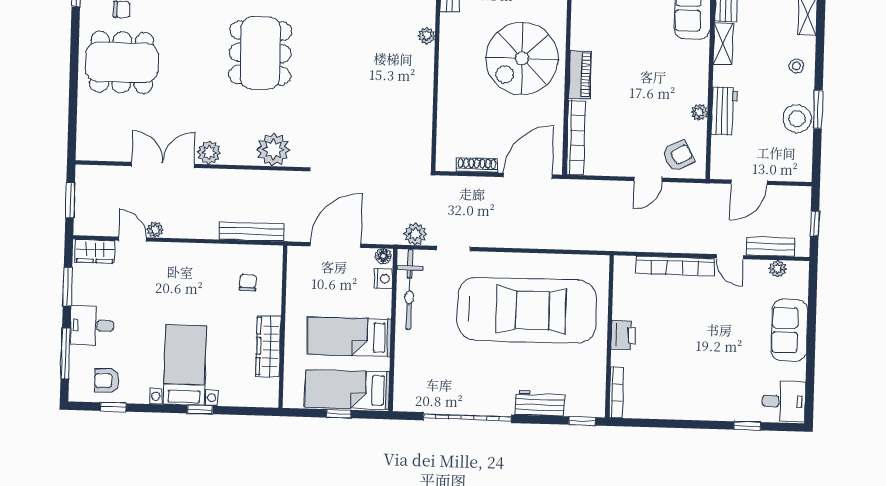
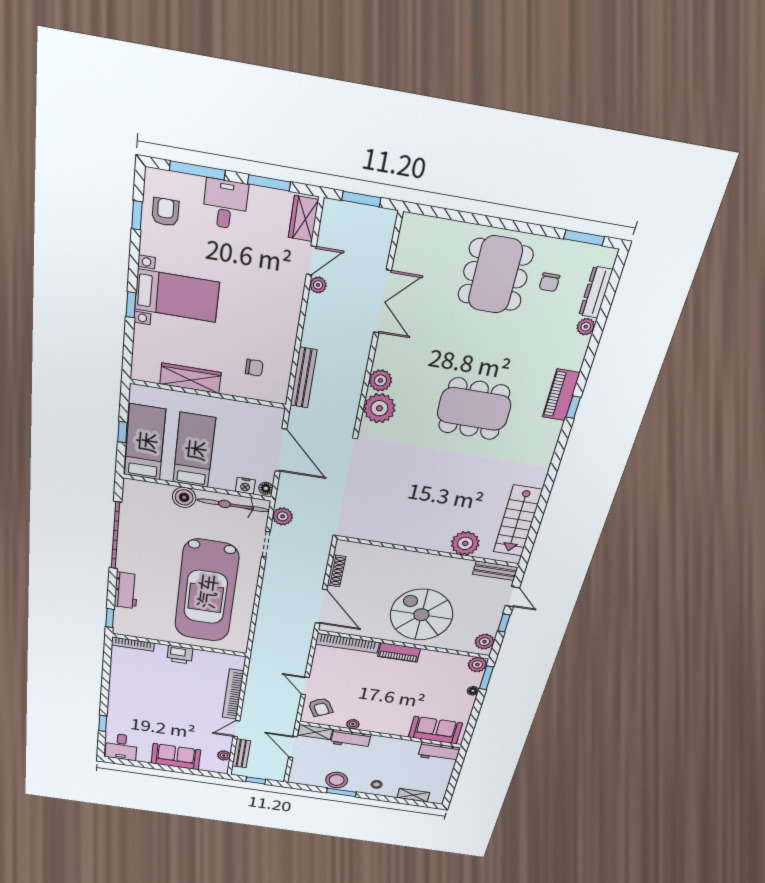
plant: (427, 36) -> (465, 543), width x1.87, depth x1.87
shelving: (723, 44) -> (315, 732), moved
plant: (209, 153) -> (380, 380), moved
boiler: (407, 344) -> (184, 497), added

